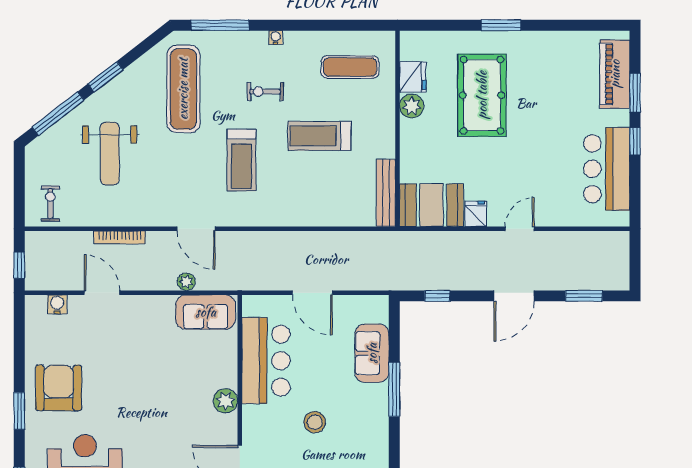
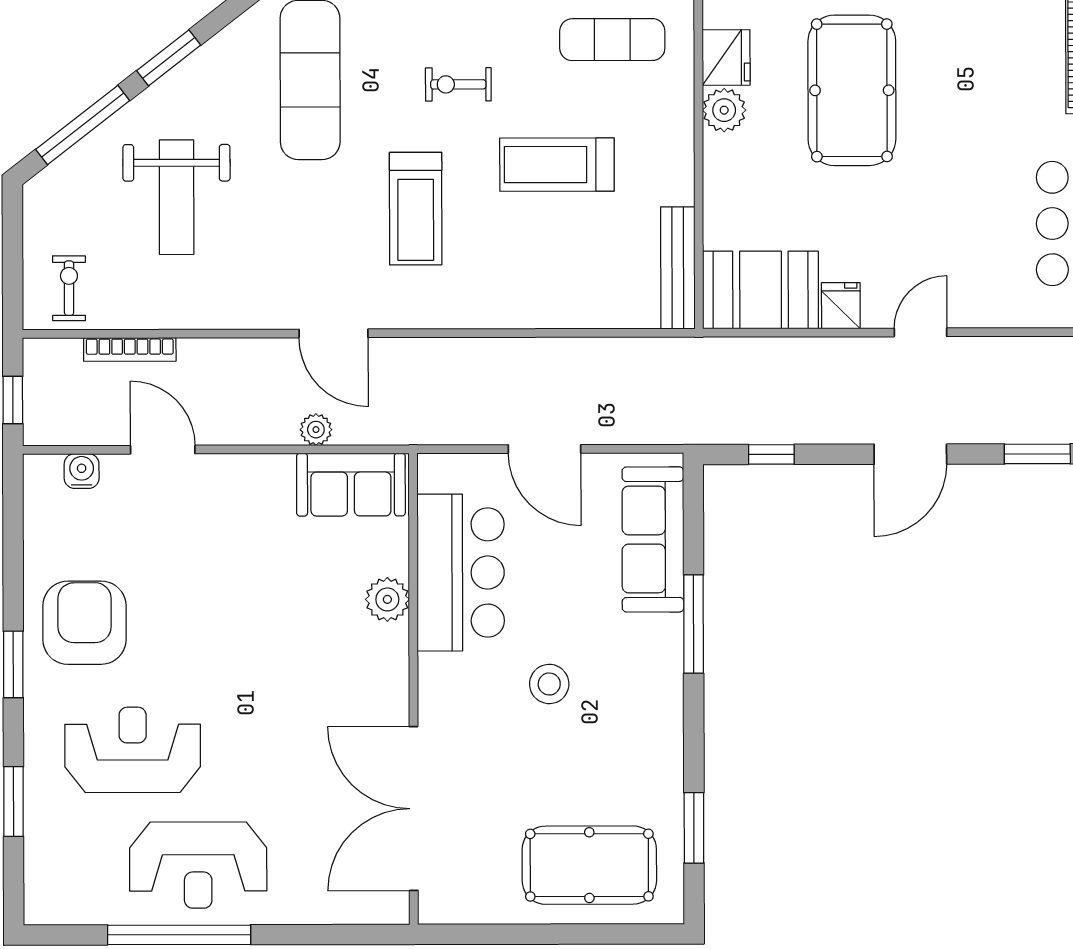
bookcase: (120, 237) -> (130, 349), moved
sofa: (372, 353) -> (653, 539), width x1.36
plant: (226, 401) -> (387, 599), moved

